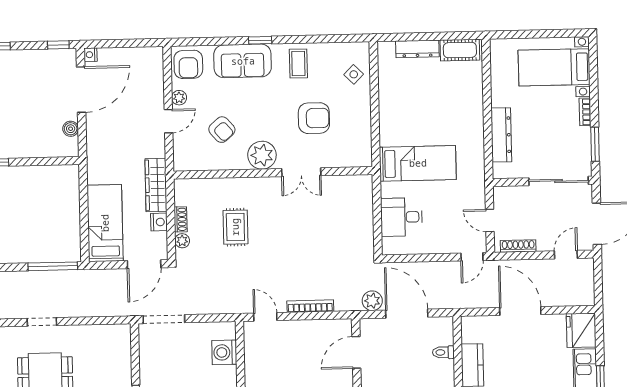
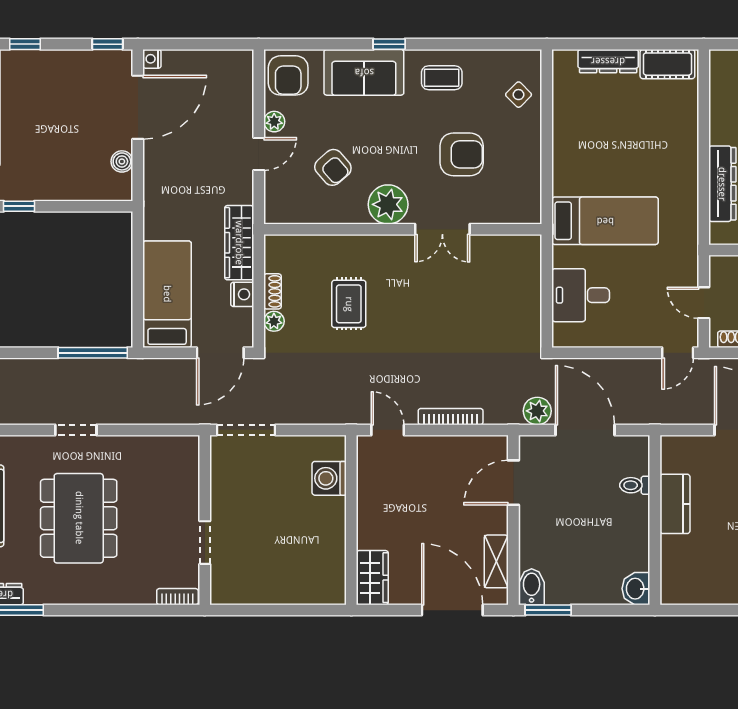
coffee table: (298, 64) -> (442, 78), turned 90

